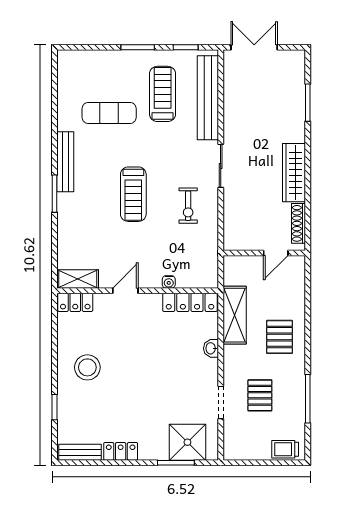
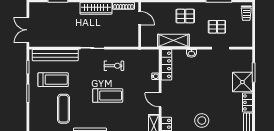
treadmill: (163, 94) -> (53, 80), turned 180
shower: (187, 442) -> (242, 82), moved

